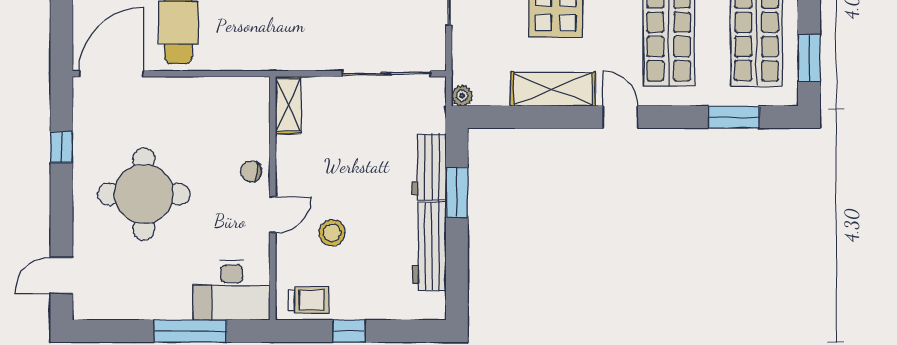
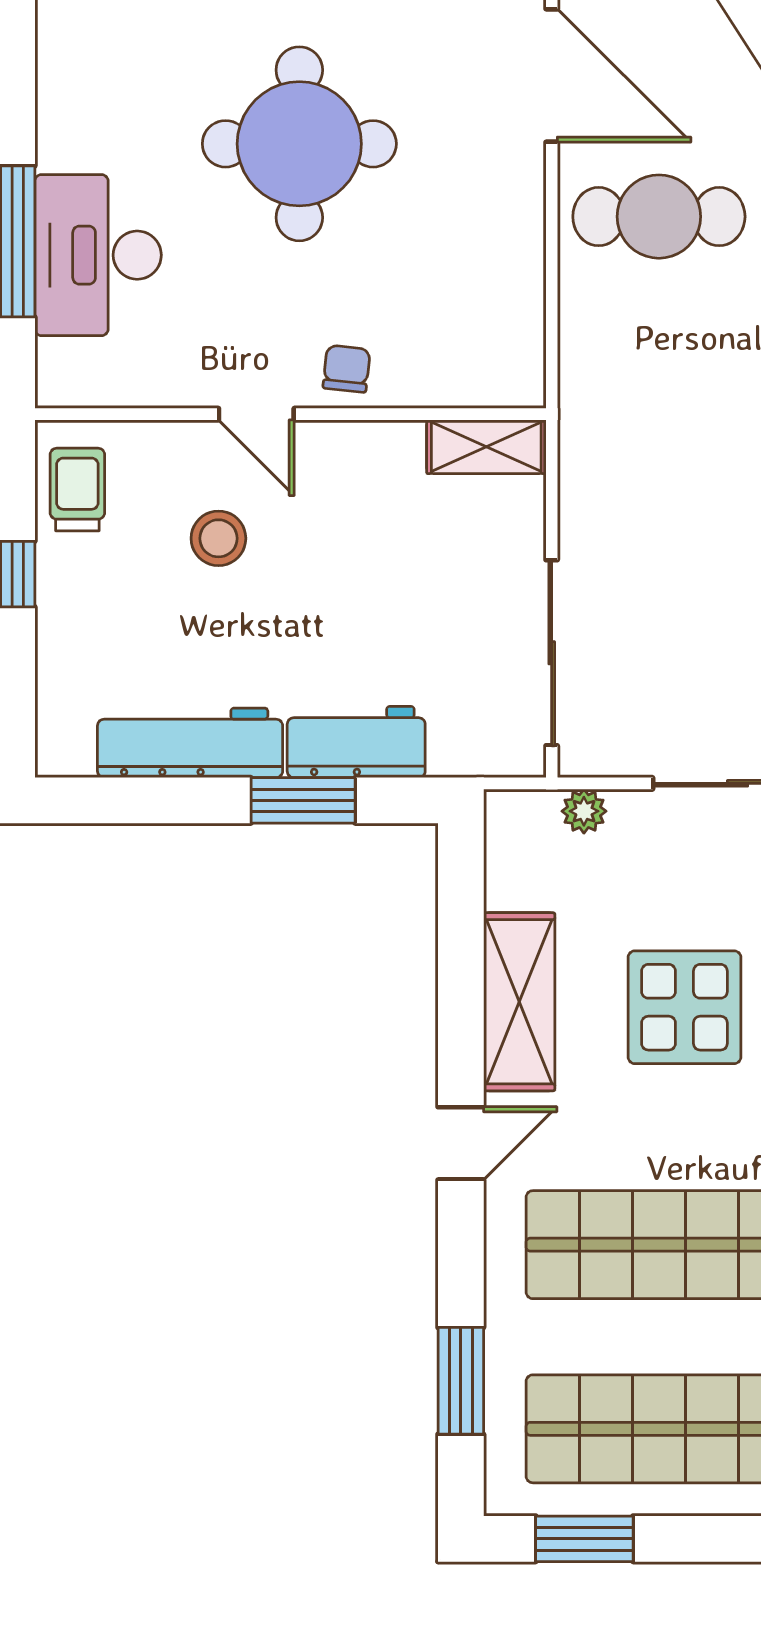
plant: (462, 96) -> (584, 811), moved
desk: (232, 290) -> (98, 255), moved
trolley: (309, 300) -> (77, 489), turned 180

